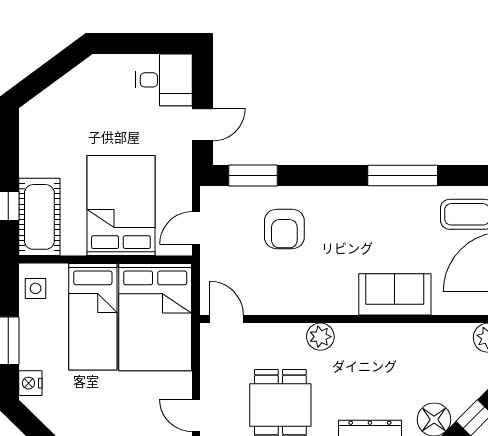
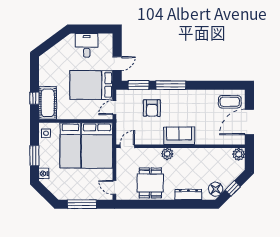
desk: (164, 80) -> (87, 45), moved, turned -90
window: (403, 175) -> (171, 85), moved
bed: (121, 206) -> (91, 85), moved, turned -90
sofa: (395, 294) -> (179, 136), moved
door: (227, 319) -> (127, 146), hinge flipped

